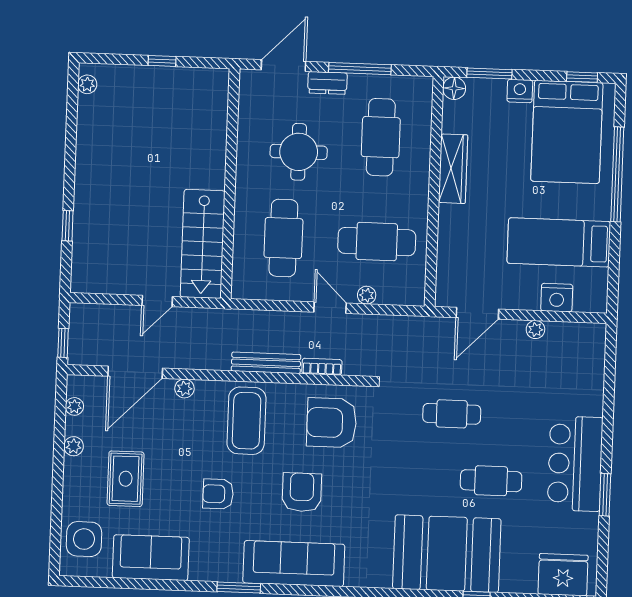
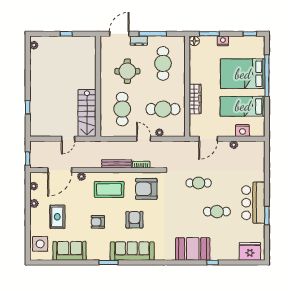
bed: (567, 132) -> (243, 74), moved, turned 90
wardrobe: (453, 169) -> (195, 99), moved
coffee table: (246, 421) -> (109, 189), turned 90
booth: (447, 554) -> (193, 249), width x0.73, depth x0.70

